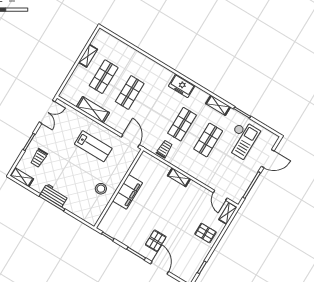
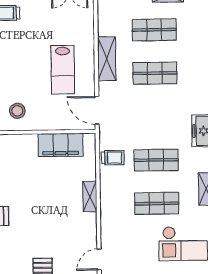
shelving: (93, 110) -> (107, 59), moved
door: (130, 141) -> (97, 110), swing flipped
filing cabinet: (128, 192) -> (61, 145), moved

